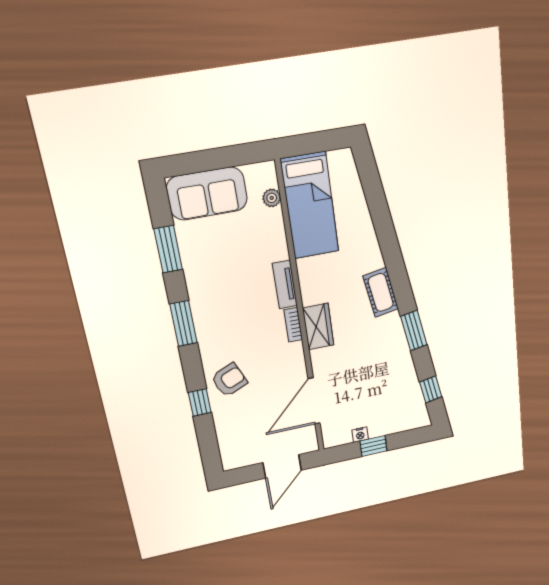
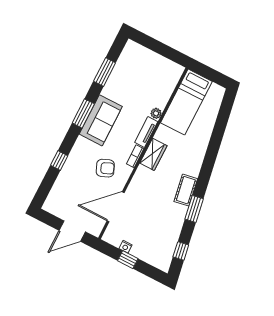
sofa: (207, 194) -> (101, 120), moved, turned -90
plant: (272, 198) -> (156, 113), moved
cot: (381, 292) -> (186, 190), moved
wardrobe: (318, 327) -> (153, 154), moved
armchair: (229, 380) -> (105, 168), moved

